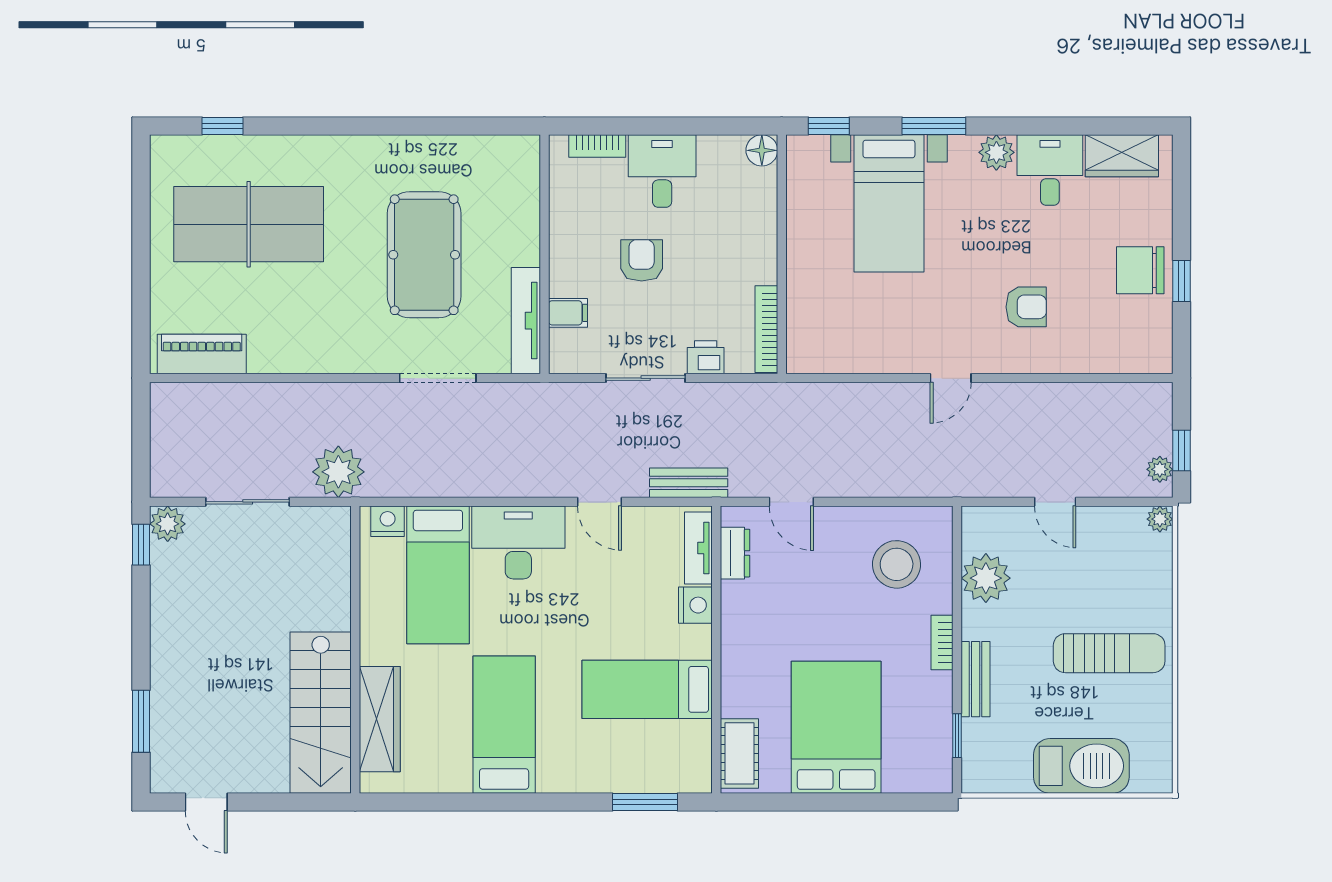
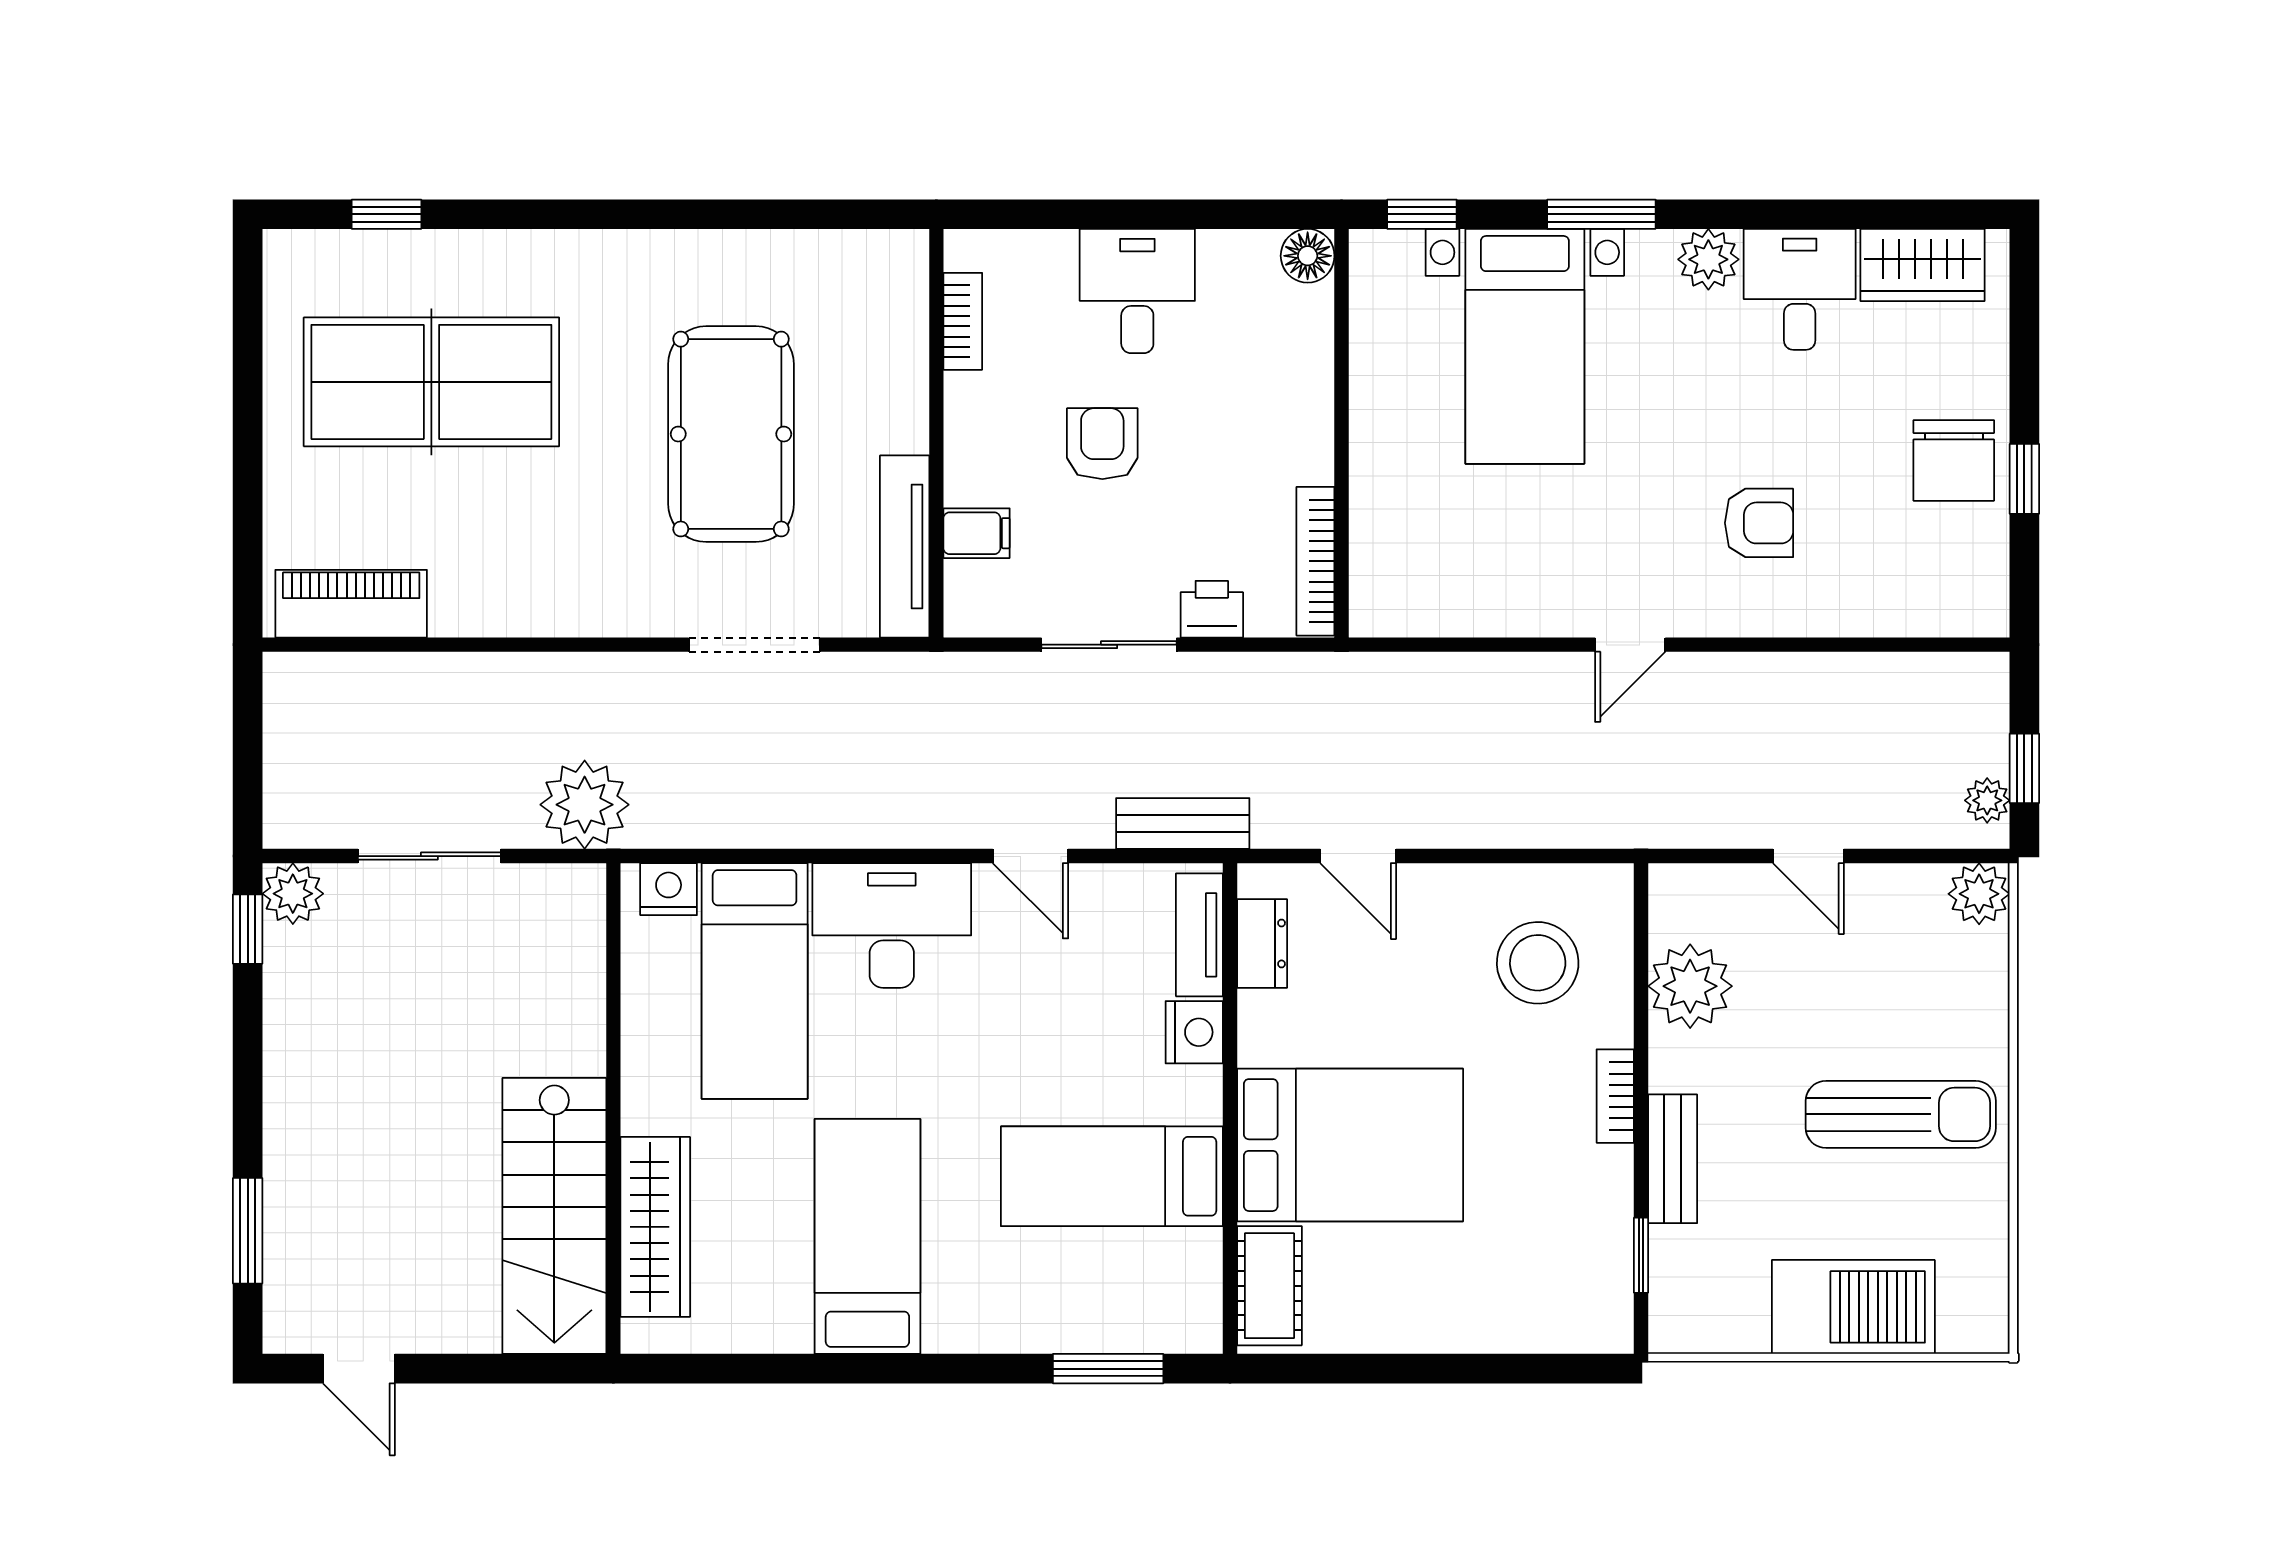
bookcase: (597, 146) -> (963, 321), moved, turned -90
chair: (1140, 270) -> (1954, 460), turned -90
plant: (1160, 519) -> (1979, 894), width x1.38, depth x1.38
bed: (836, 727) -> (1350, 1145), moved, turned 90

